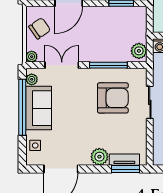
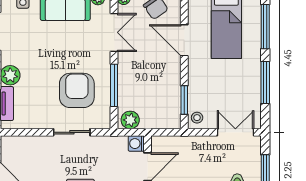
armchair: (113, 98) -> (77, 90), turned 180

